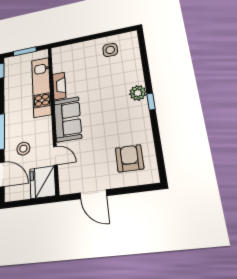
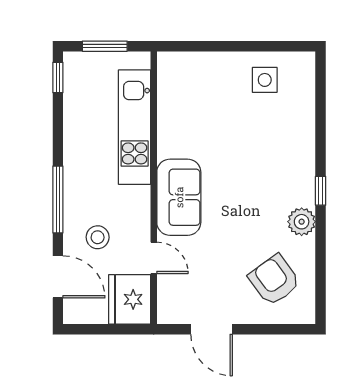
fireplace: (59, 86) -> (168, 132), removed
plant: (138, 93) -> (302, 222), moved
armchair: (129, 158) -> (274, 280), turned -36

